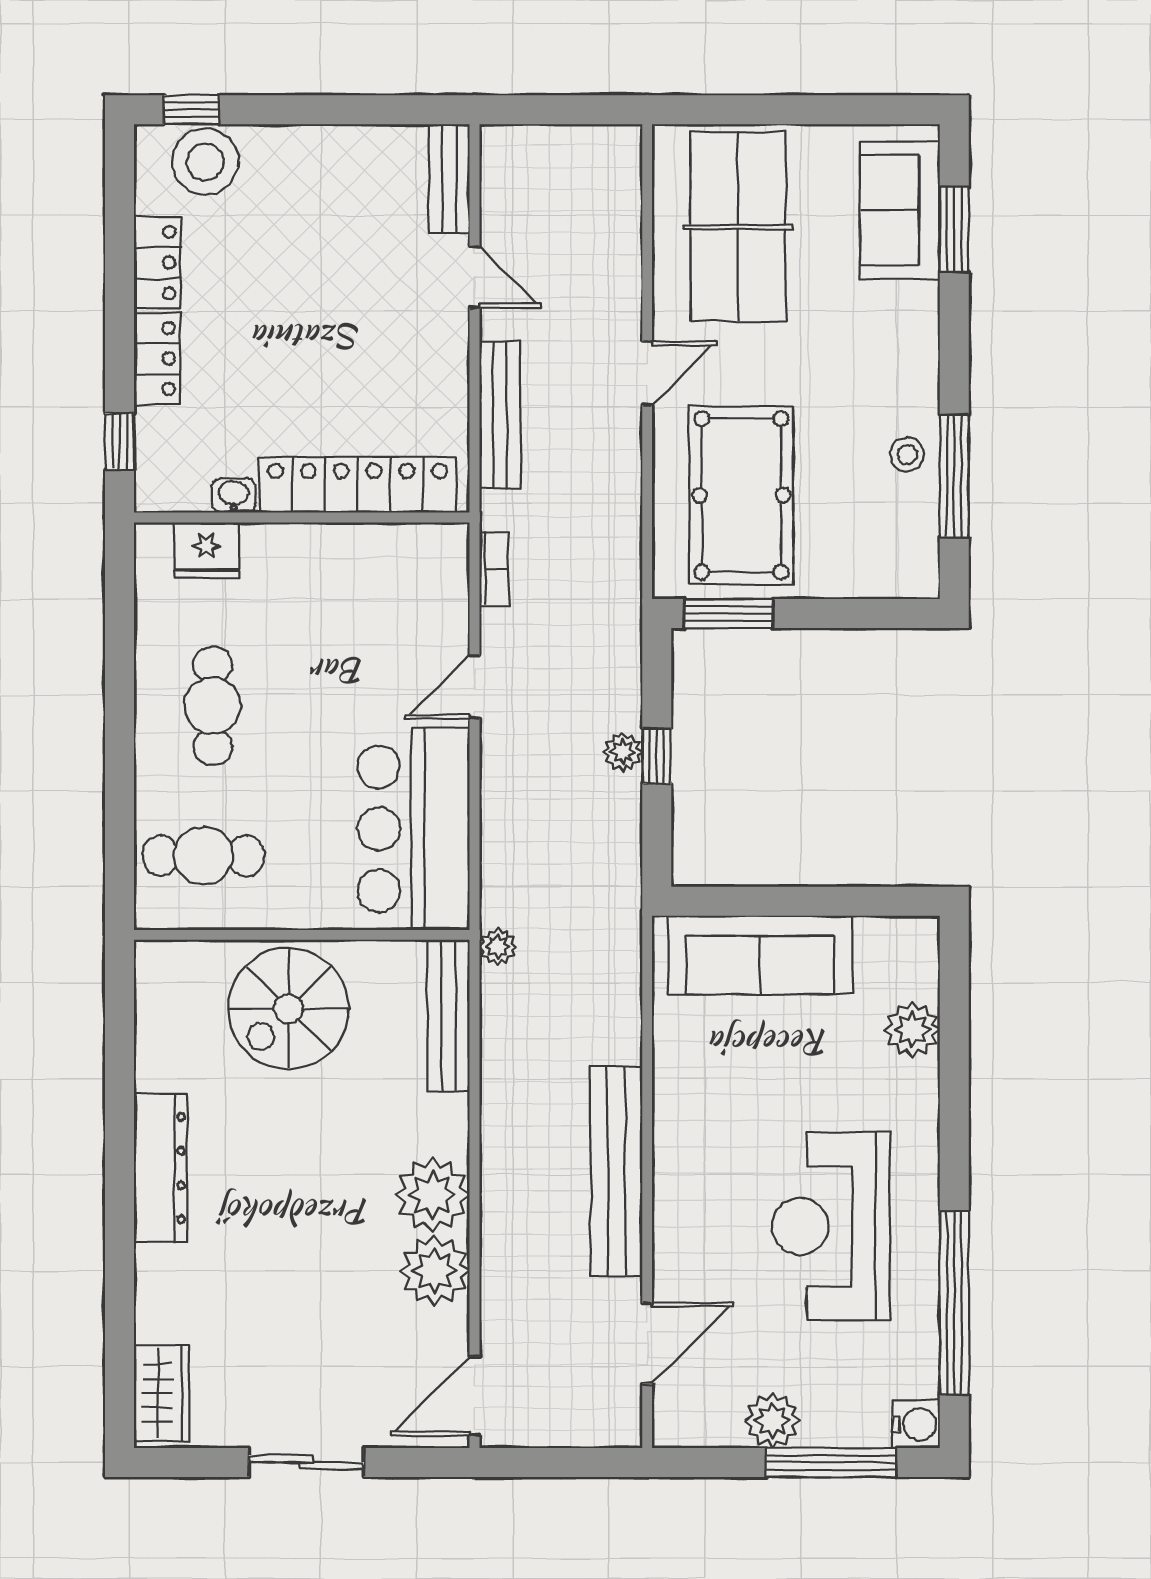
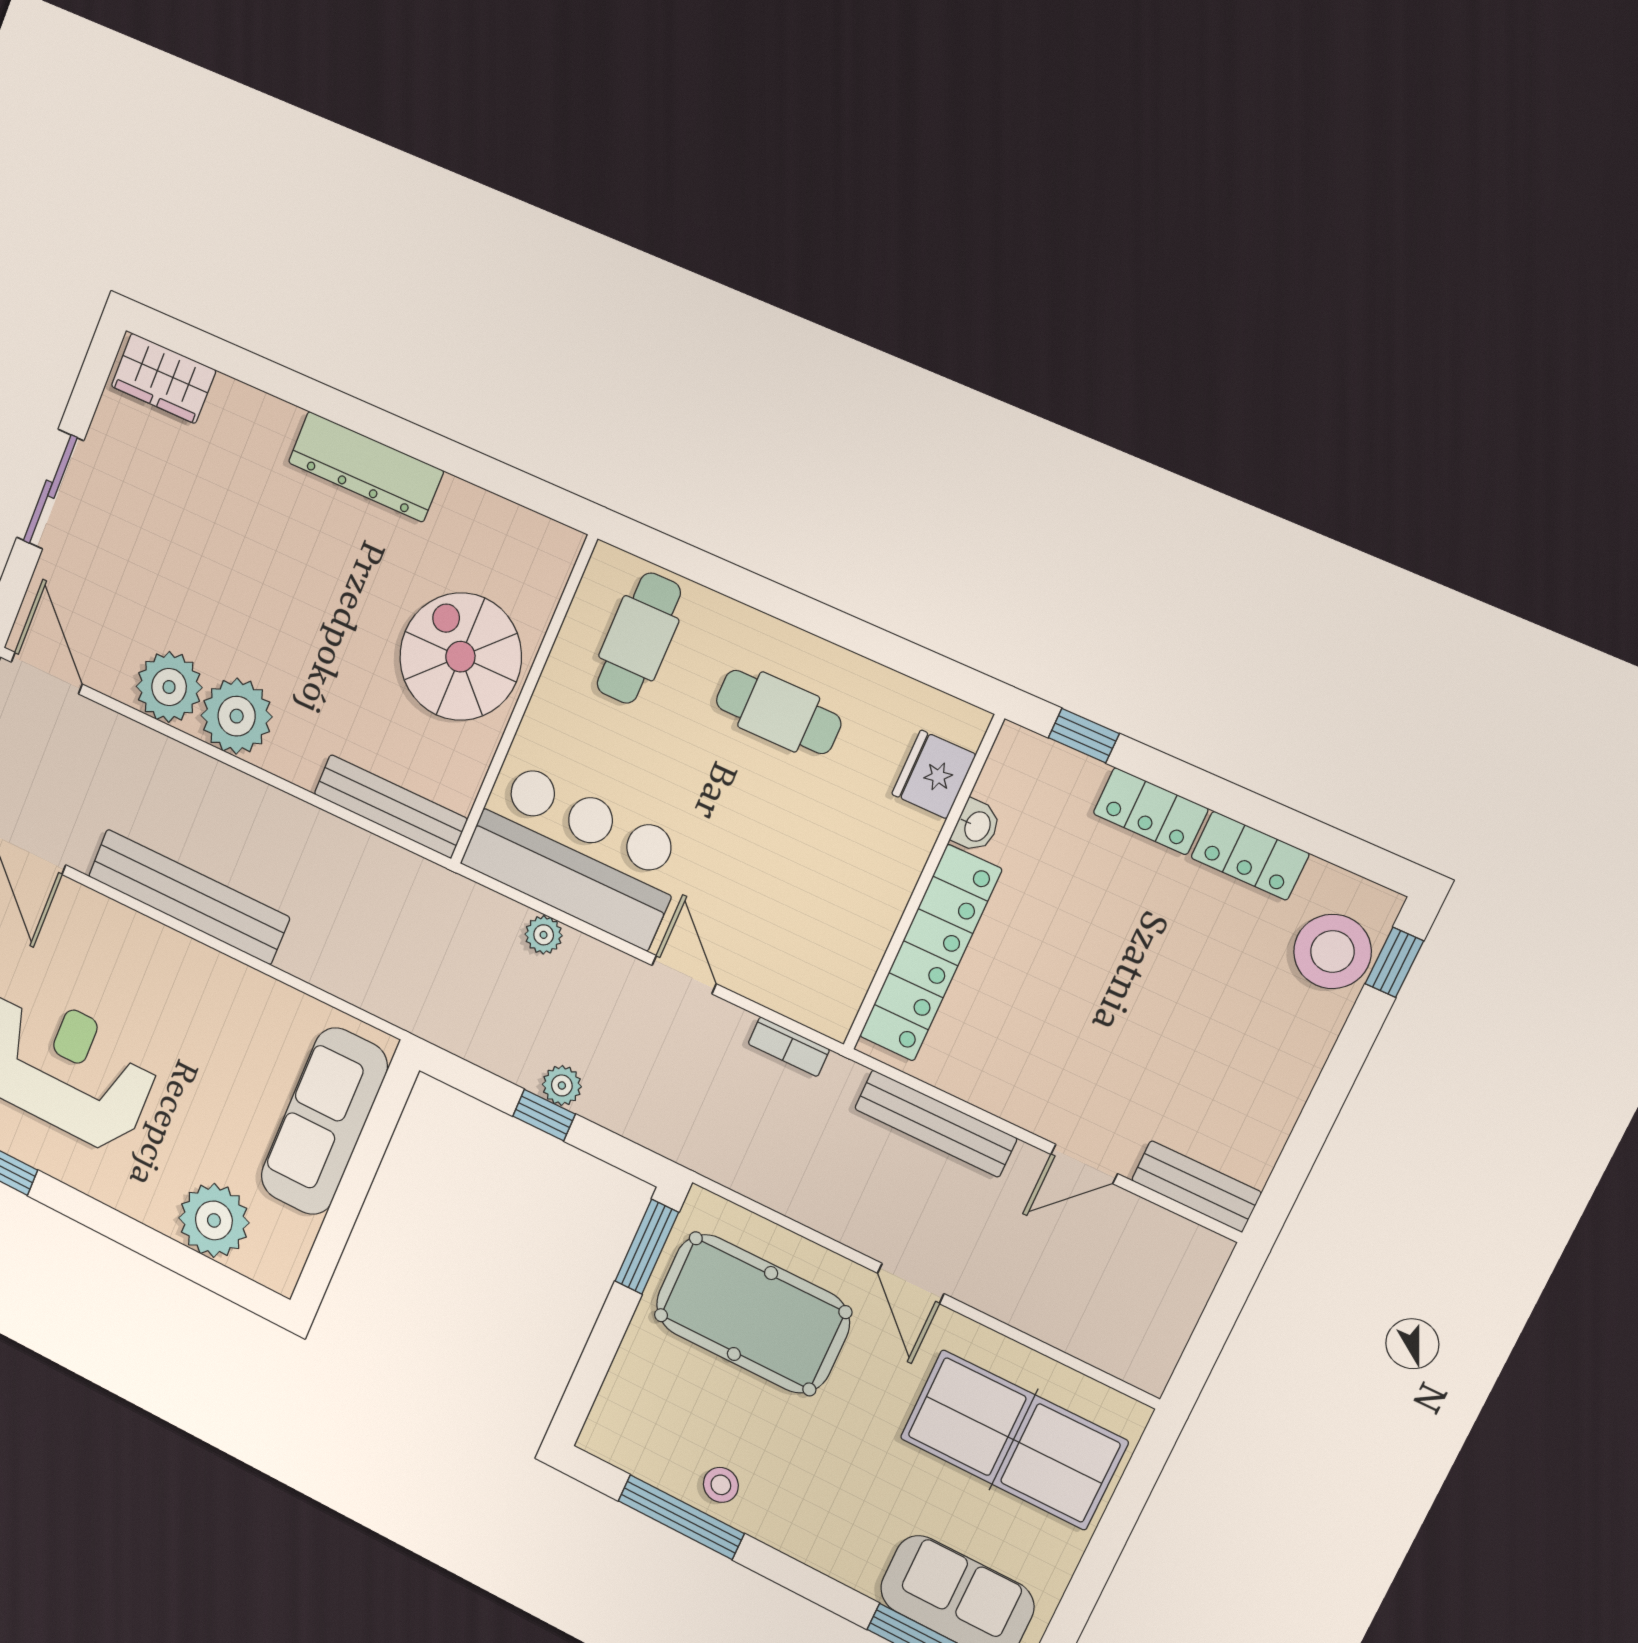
plant: (498, 946) -> (544, 935), moved
plant: (912, 1030) -> (214, 1220), width x1.36, depth x1.36

